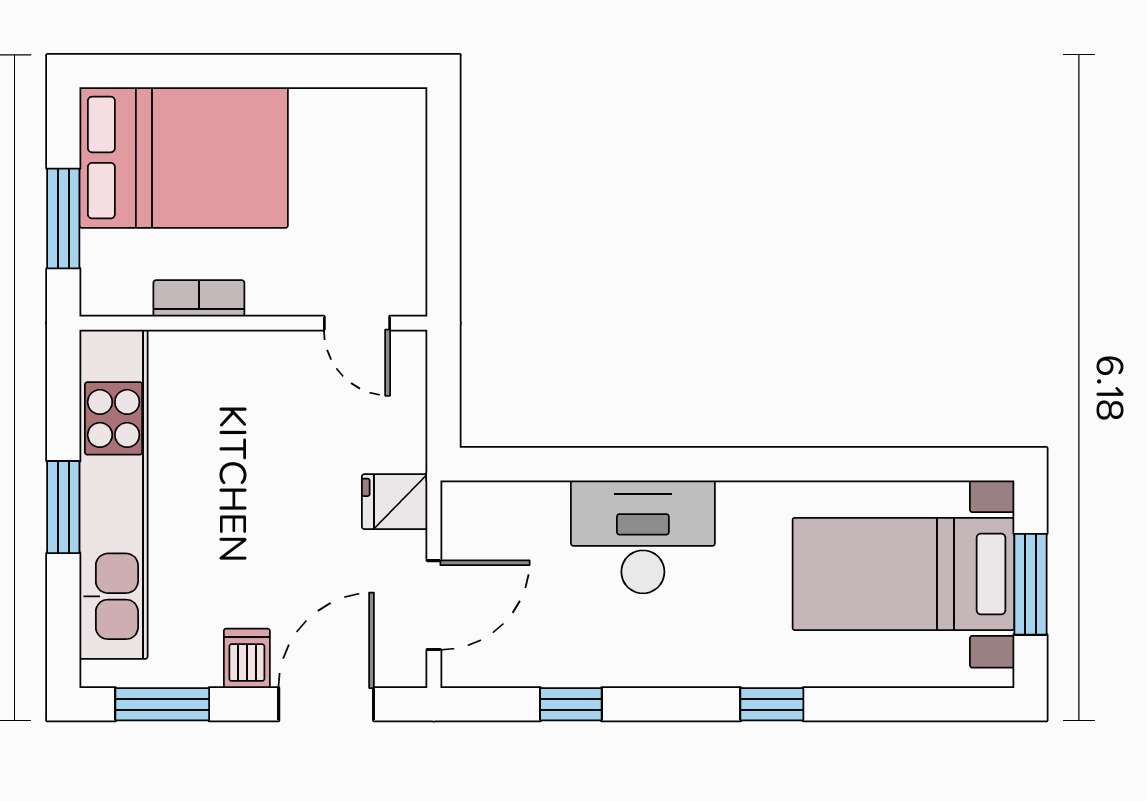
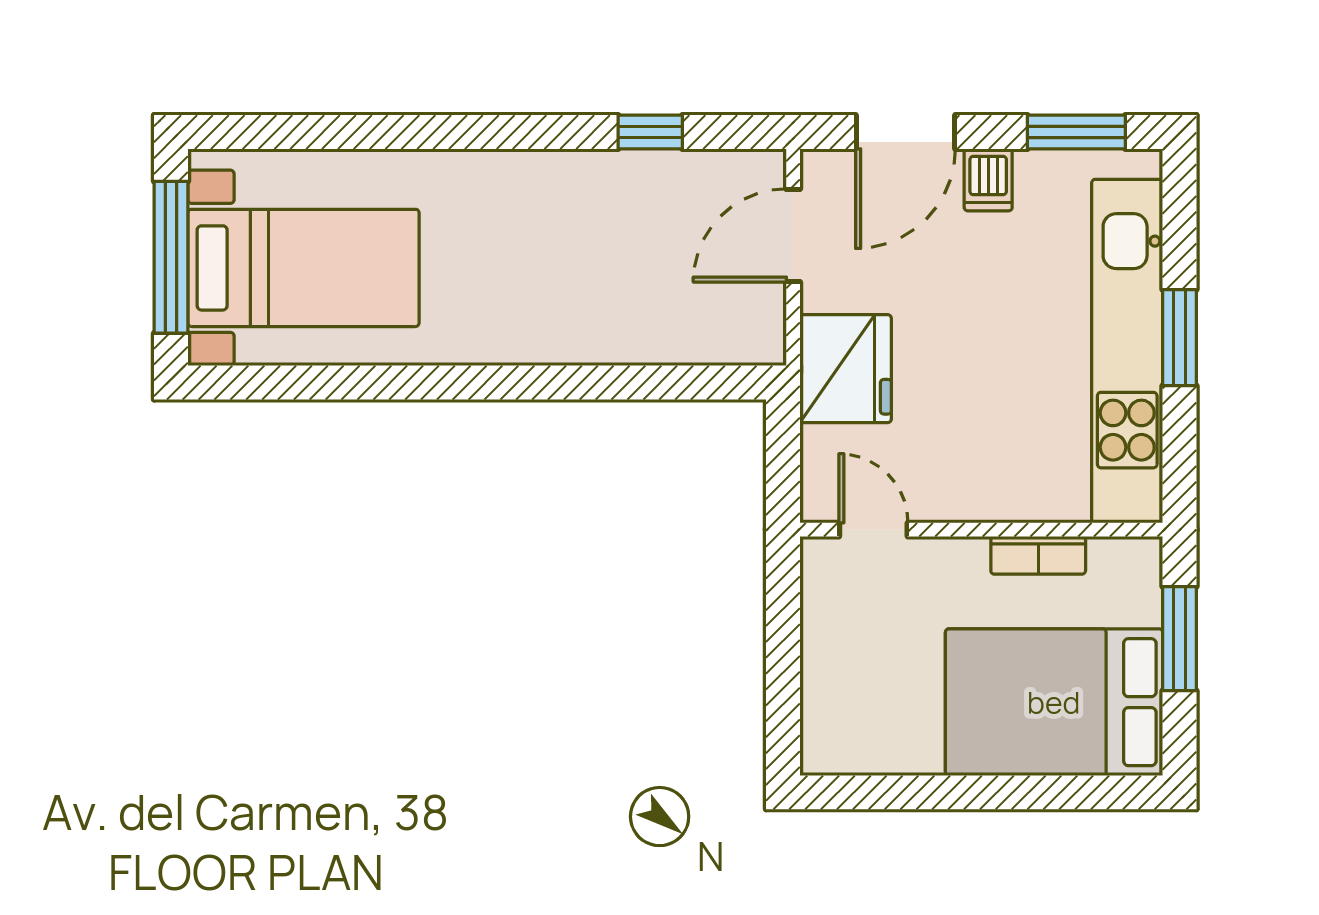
fridge: (395, 502) -> (846, 369), width x1.88, depth x1.34
desk: (643, 537) -> (575, 307), removed
window: (1030, 584) -> (171, 257), width x1.44
window: (772, 704) -> (441, 132), removed

